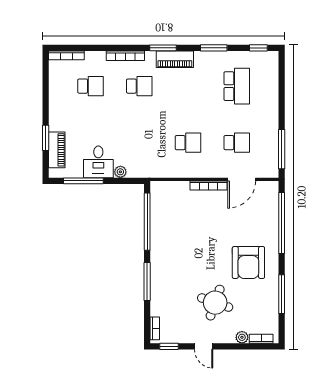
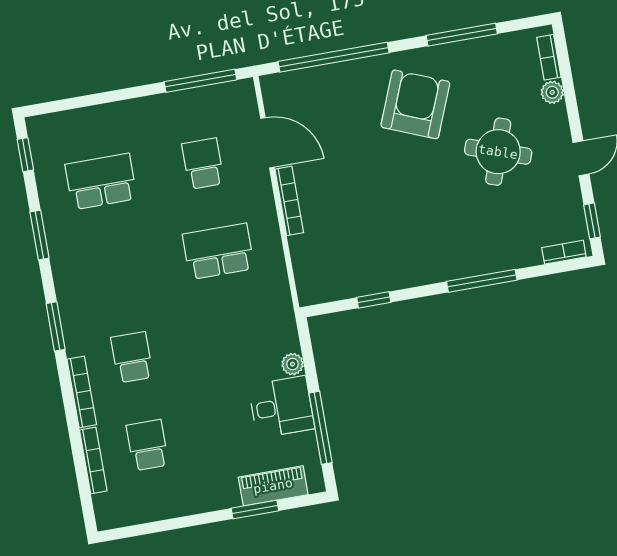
bookcase: (66, 55) -> (93, 460), moved
piano: (175, 59) -> (72, 302), removed
school desk: (188, 143) -> (218, 251), width x1.85
window: (147, 222) -> (374, 300), width x0.32
armchair: (248, 262) -> (415, 104), turned -68

